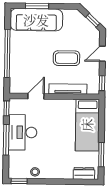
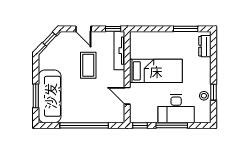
tv unit: (68, 89) -> (119, 51), moved
bed: (87, 125) -> (156, 71), moved
desk: (23, 132) -> (176, 109), moved
window: (19, 181) -> (214, 92), moved

